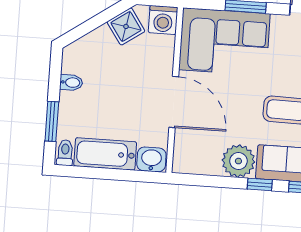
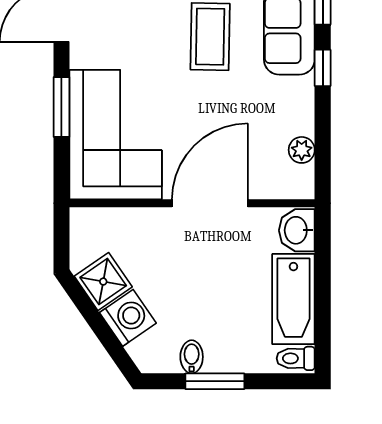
washing machine: (163, 20) -> (128, 318), moved, turned -35
window: (52, 121) -> (215, 381), moved
plant: (238, 161) -> (302, 150), moved, width x0.53, depth x0.53

